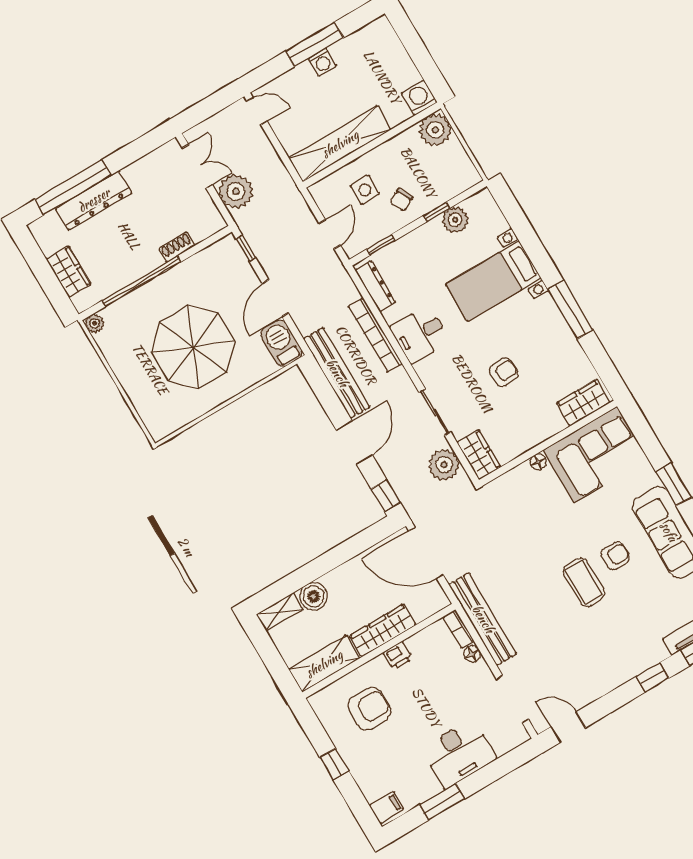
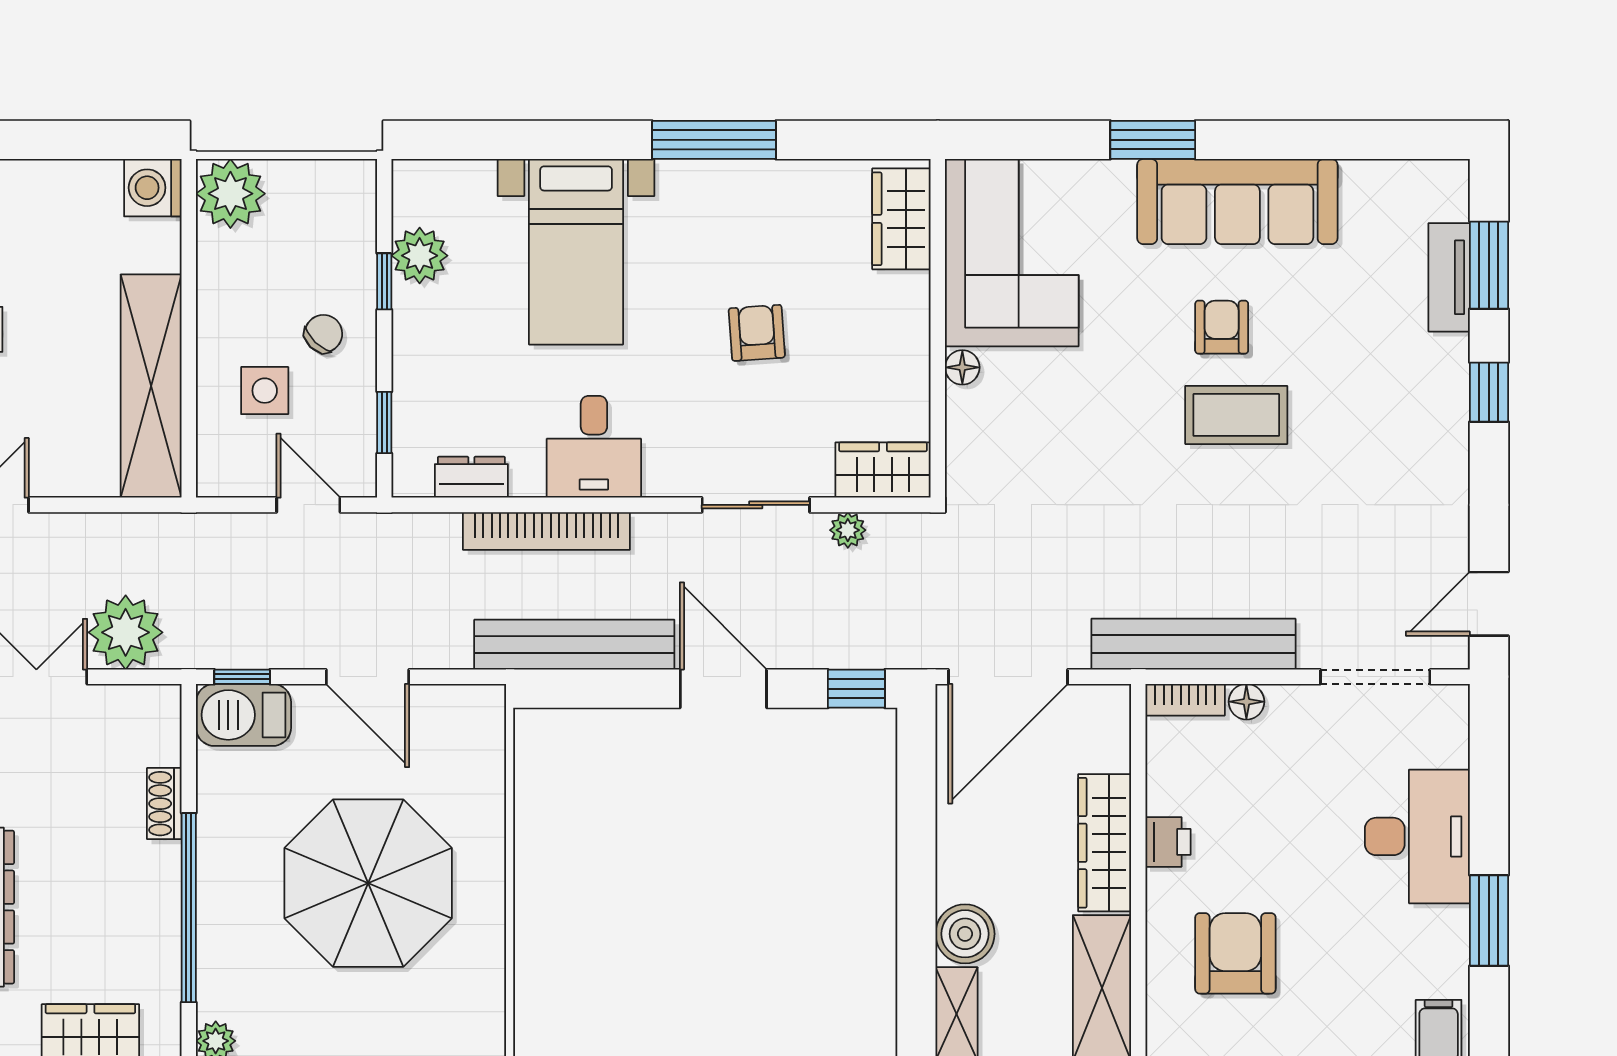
chair: (401, 200) -> (324, 334), turned -108
dresser: (375, 286) -> (471, 477), width x0.70
barbecue: (281, 343) -> (243, 715), moved
plant: (444, 465) -> (848, 530), width x0.53, depth x0.53

